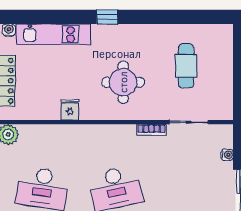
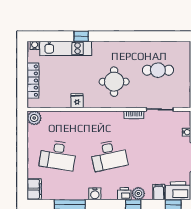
window: (107, 17) -> (81, 36), moved
cafe table: (186, 66) -> (158, 70), turned 90

